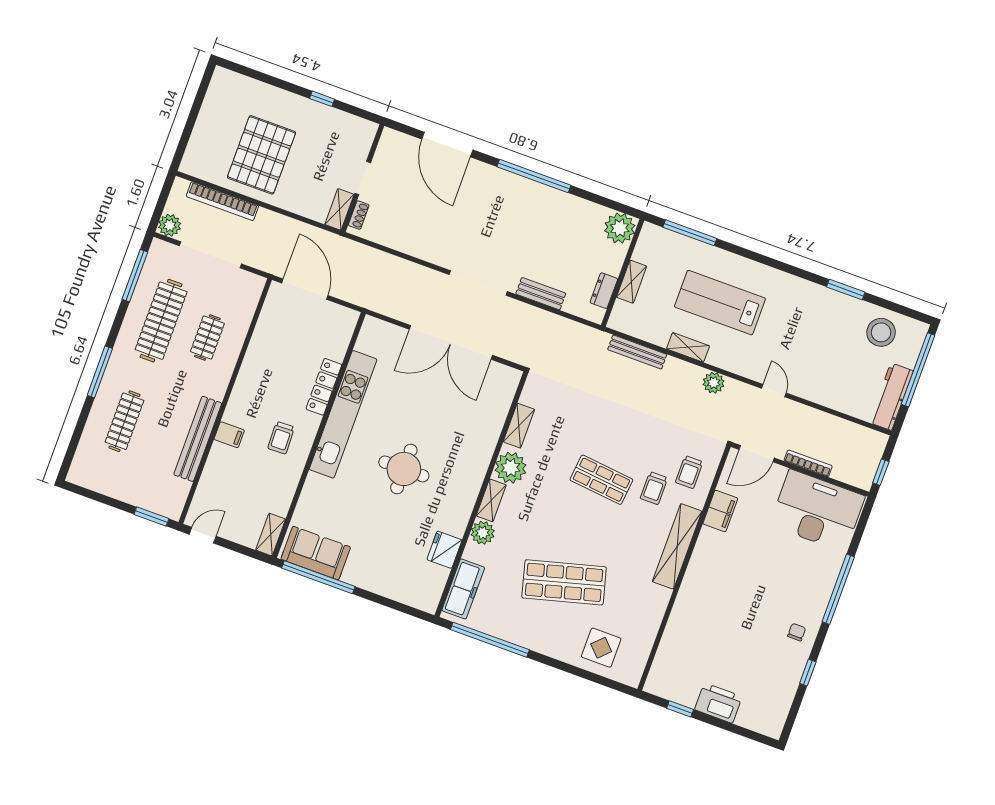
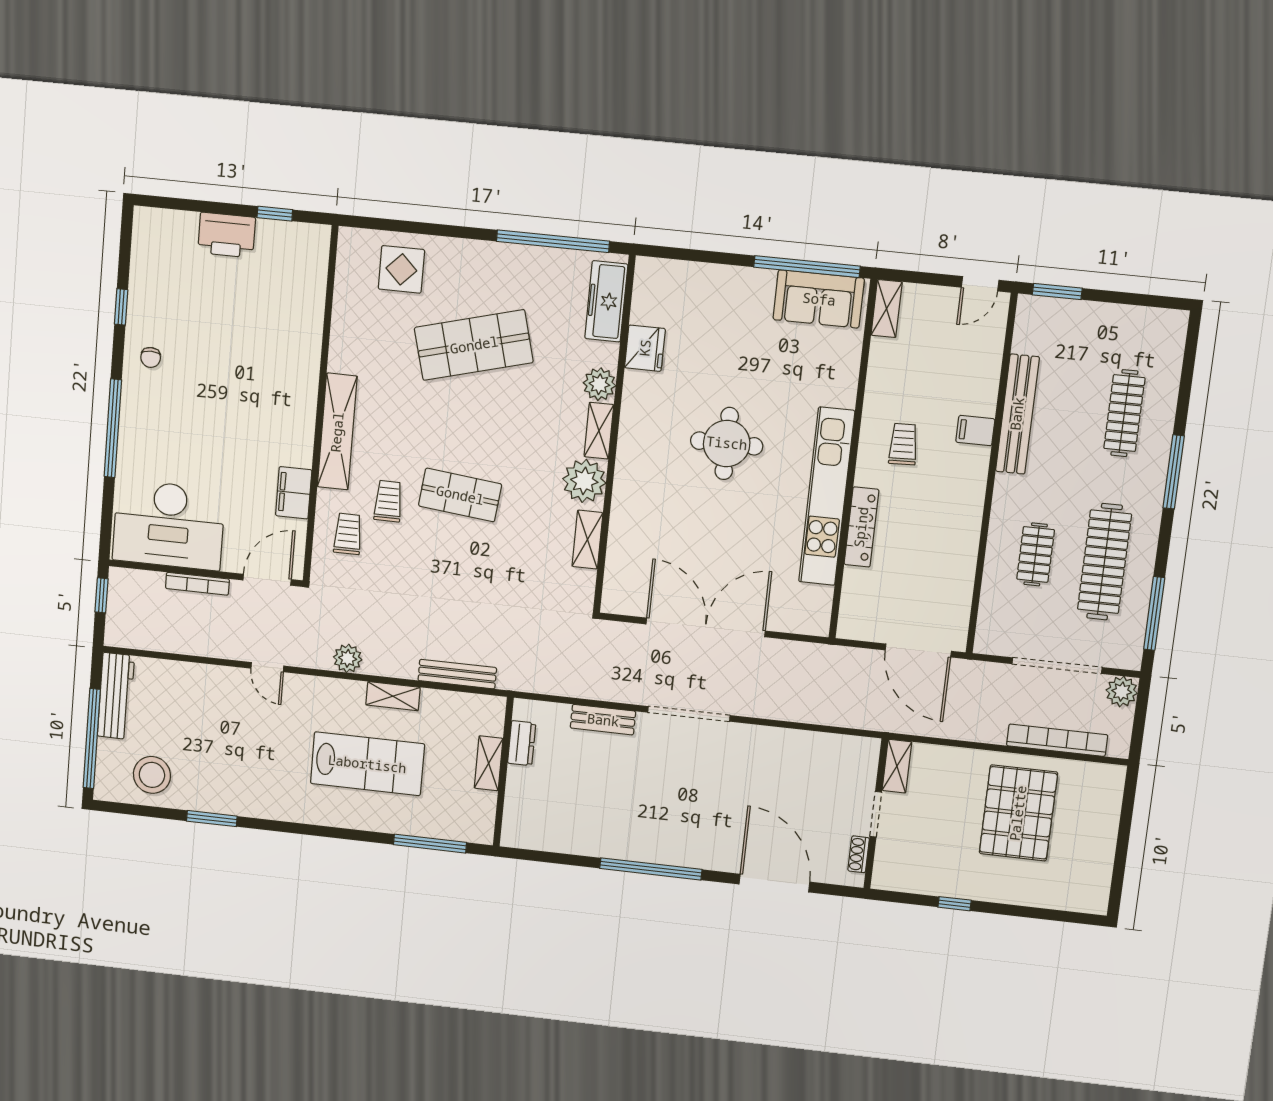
shoe rack: (359, 215) -> (859, 854), moved
plant: (620, 228) -> (522, 828), removed

